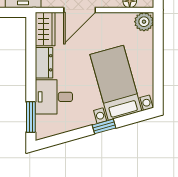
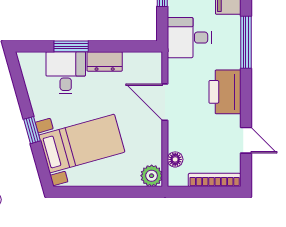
wardrobe: (45, 29) -> (143, 63), removed
window: (31, 117) -> (71, 46), moved

